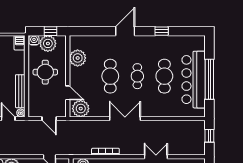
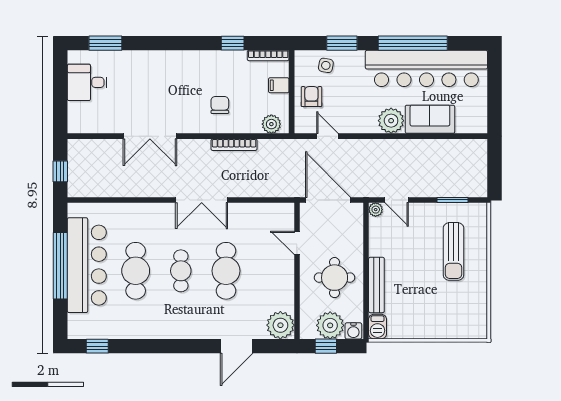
door: (125, 31) -> (237, 346), moved
window: (162, 31) -> (97, 346), moved
plant: (78, 58) -> (280, 325), moved
bench: (20, 91) -> (376, 285), moved
plant: (81, 109) -> (275, 217), removed
door: (49, 119) -> (328, 200), width x1.88
double door: (156, 157) -> (150, 136), width x1.37

